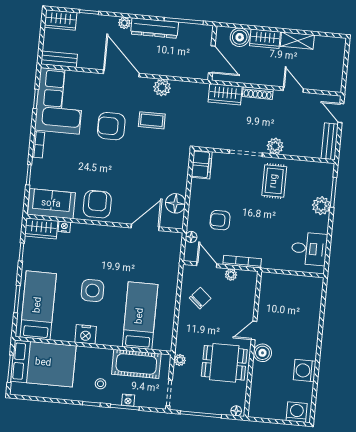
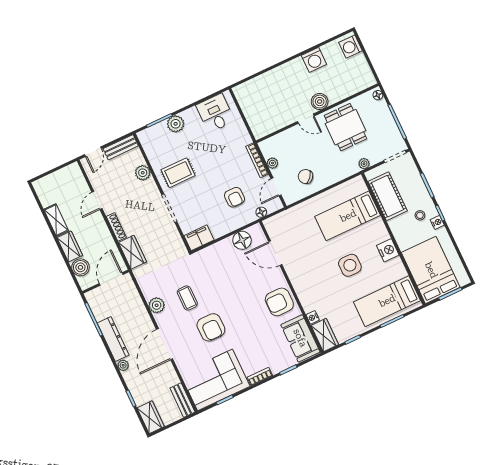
plant: (275, 146) -> (143, 173), moved
nightstand: (128, 400) -> (437, 222), moved

